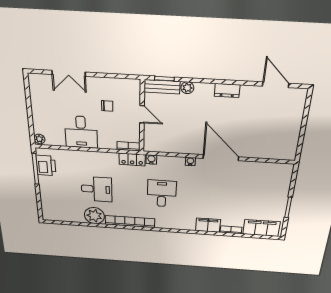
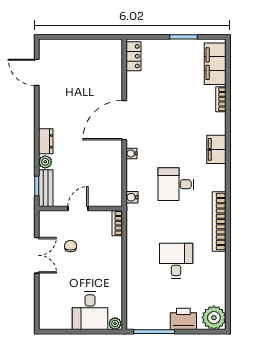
double door: (69, 73) -> (37, 255), moved
door: (276, 85) -> (37, 72), hinge flipped
dresser: (227, 90) -> (46, 141), moved
desk: (81, 132) -> (90, 311), moved, turned 90
locker: (132, 159) -> (134, 56), moved
printer: (46, 165) -> (183, 319), moved
plant: (94, 216) -> (214, 318), moved
filing cabinet: (208, 225) -> (216, 149), moved

